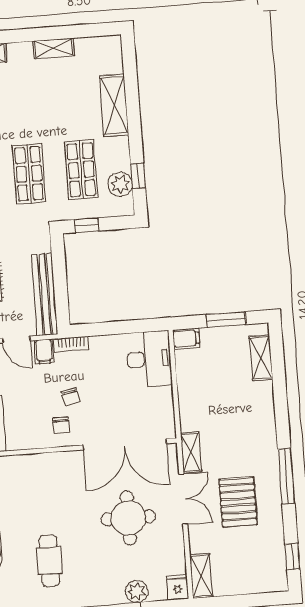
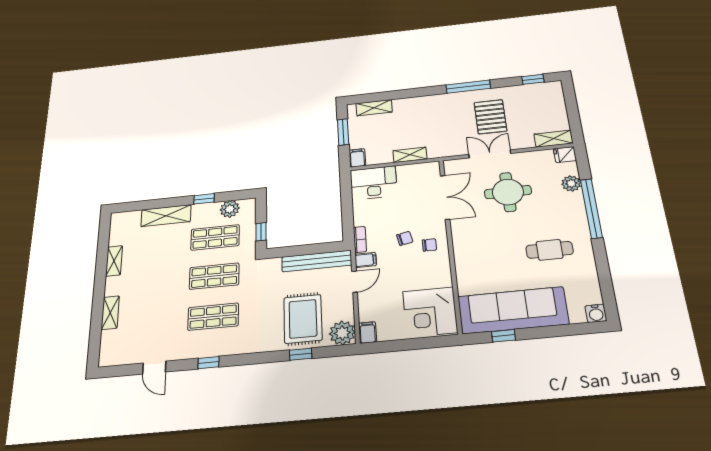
window: (138, 176) -> (204, 199), moved
double door: (125, 444) -> (445, 197), width x0.73
shelving: (191, 452) -> (410, 155), moved
pallet: (238, 502) -> (490, 117), turned 90

